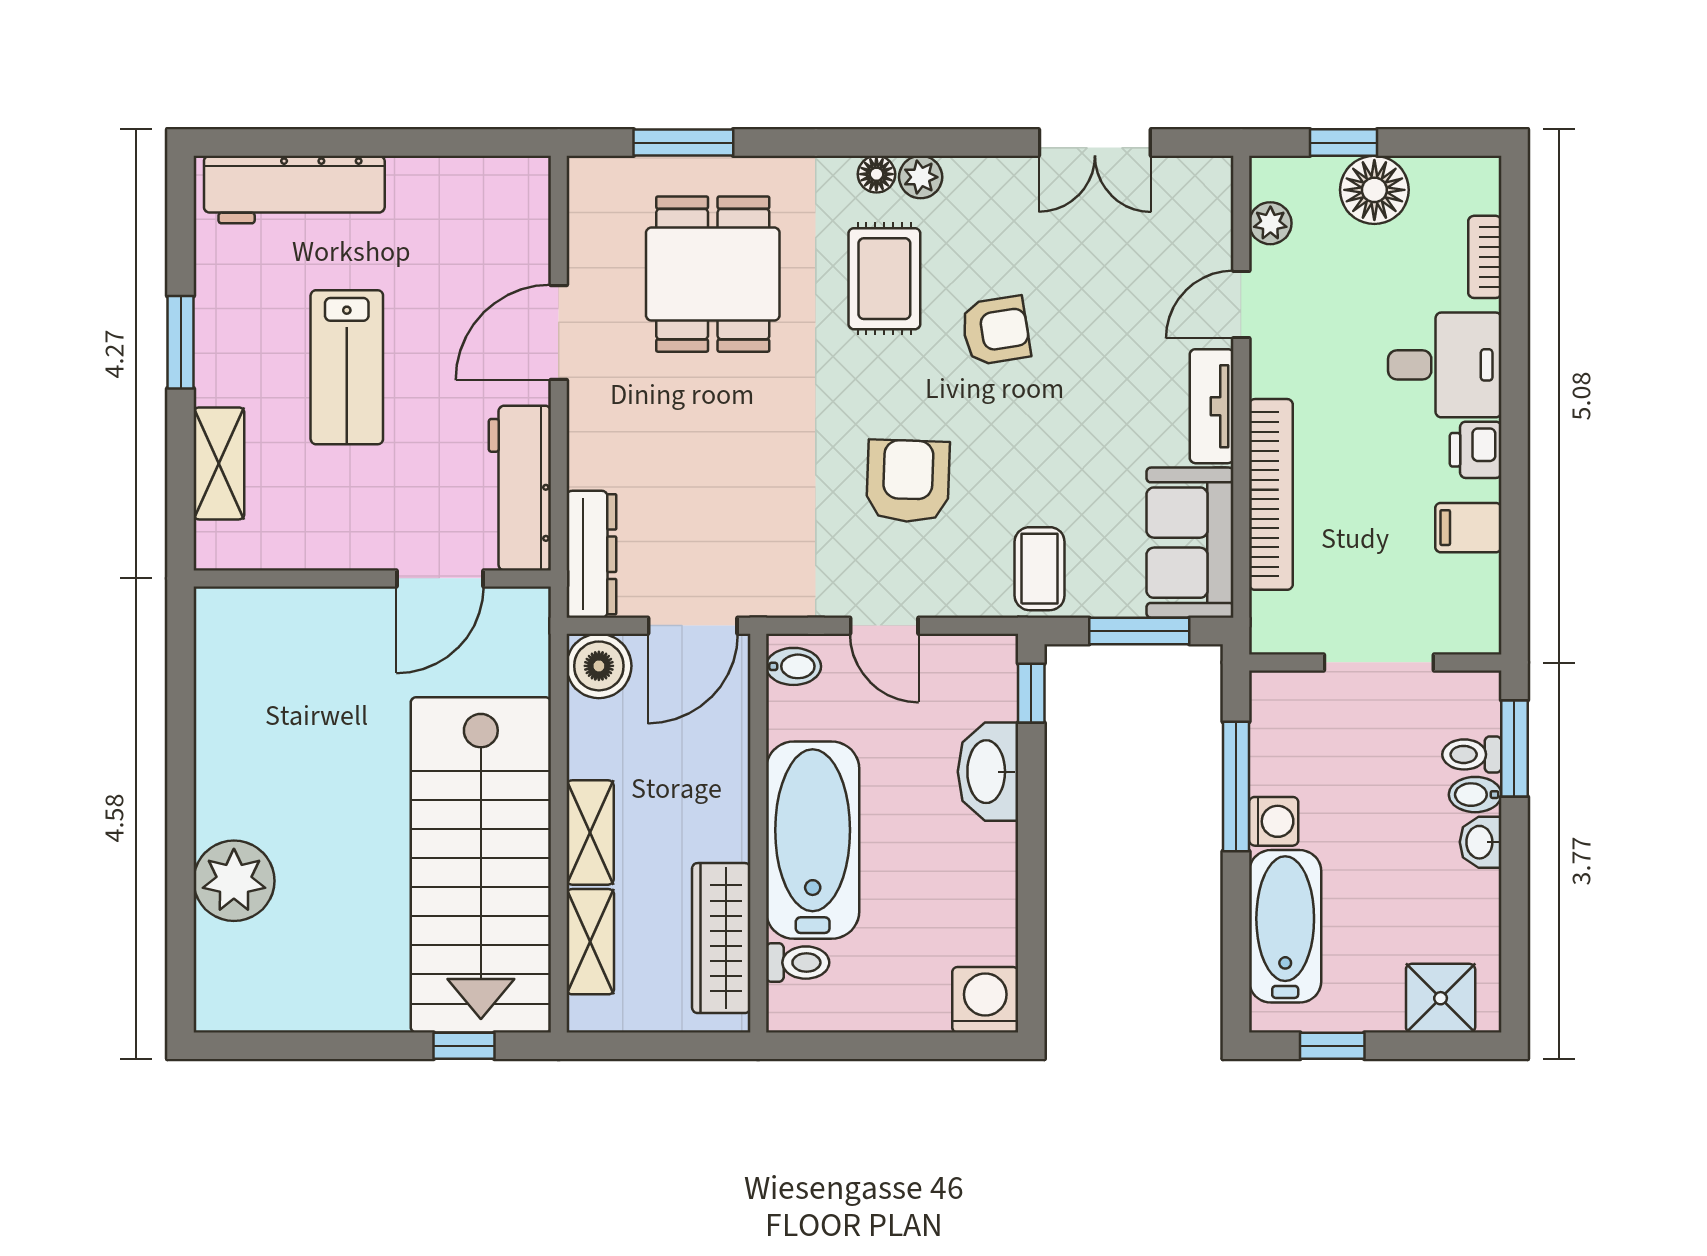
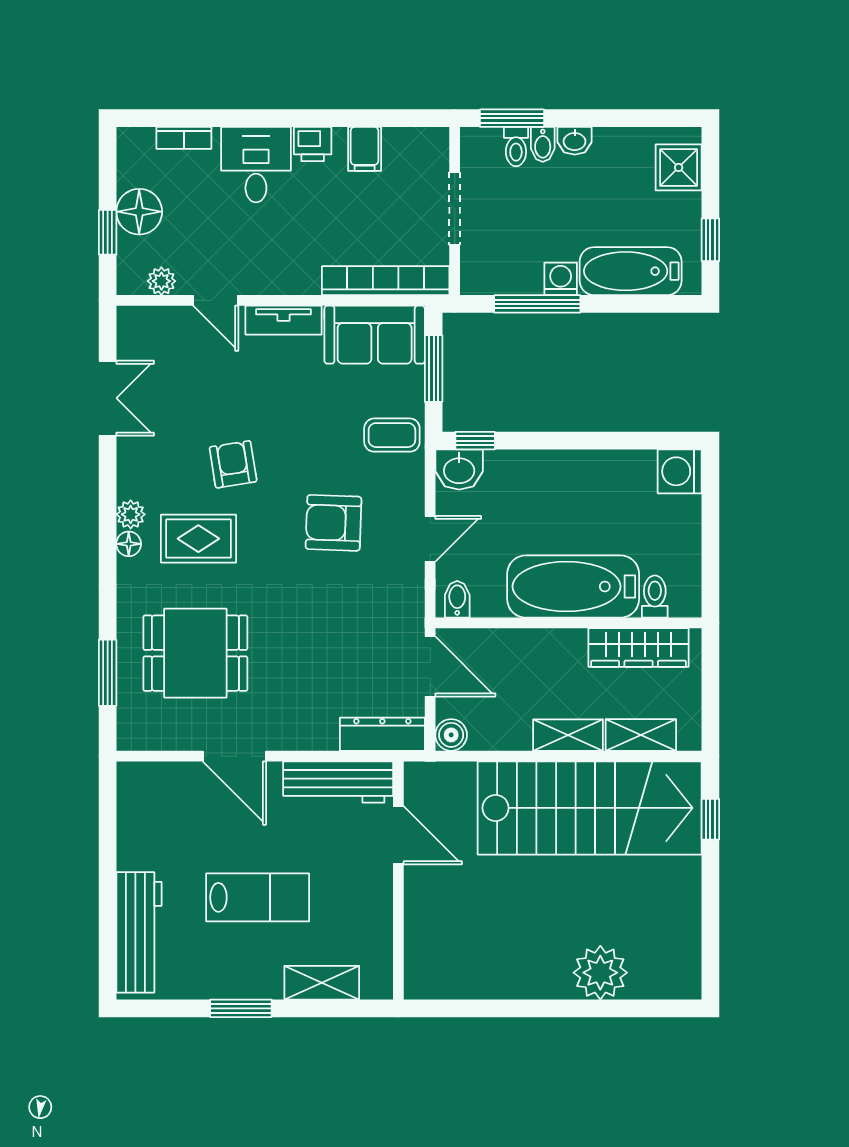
bookcase: (1271, 494) -> (386, 281), moved
boiler: (599, 666) -> (451, 735), width x0.73, depth x0.73
washbasin: (988, 772) -> (459, 469), moved, width x0.72

